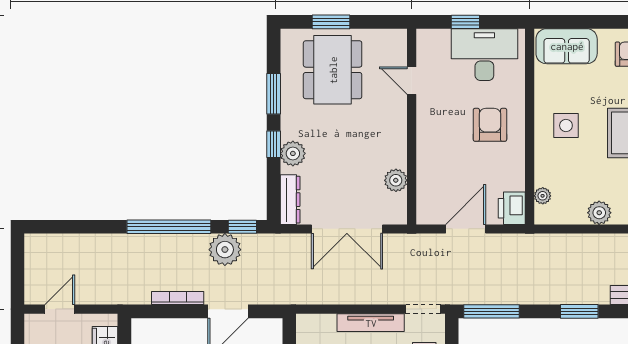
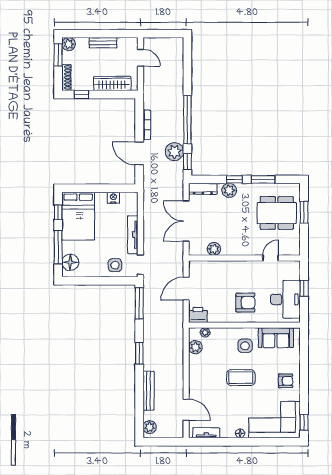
sofa: (567, 46) -> (276, 338), moved, turned -90
plant: (599, 213) -> (195, 347), moved
door: (466, 229) -> (186, 289), swing flipped

